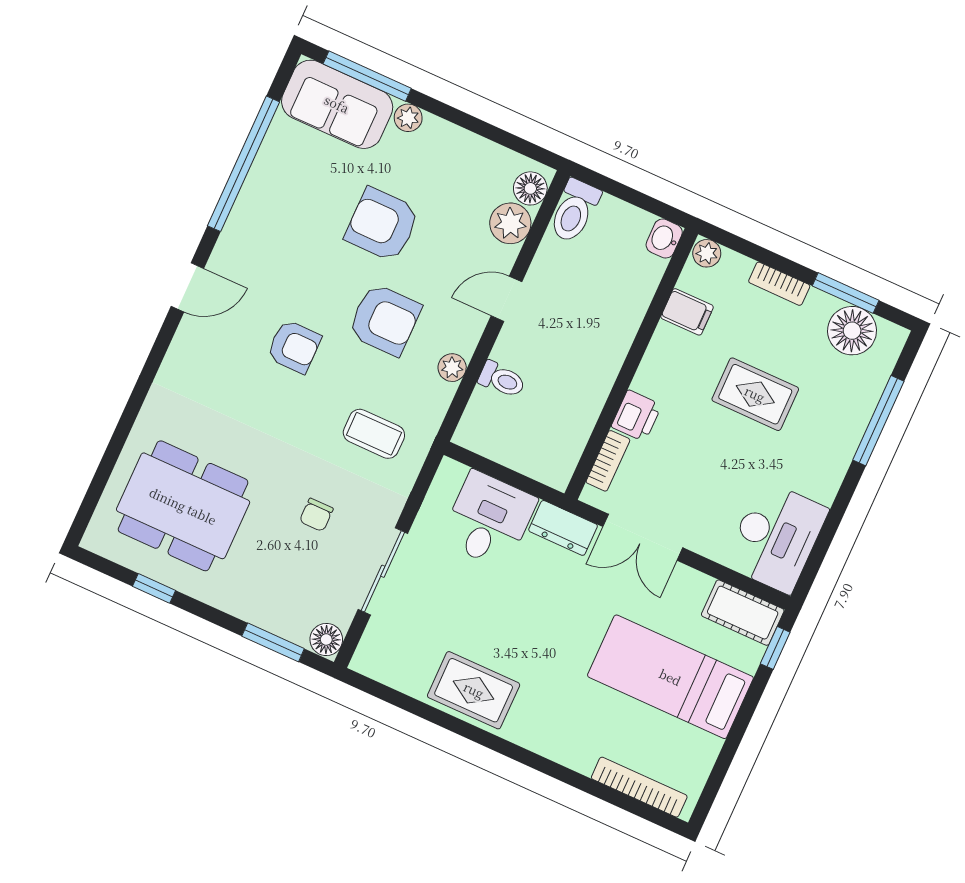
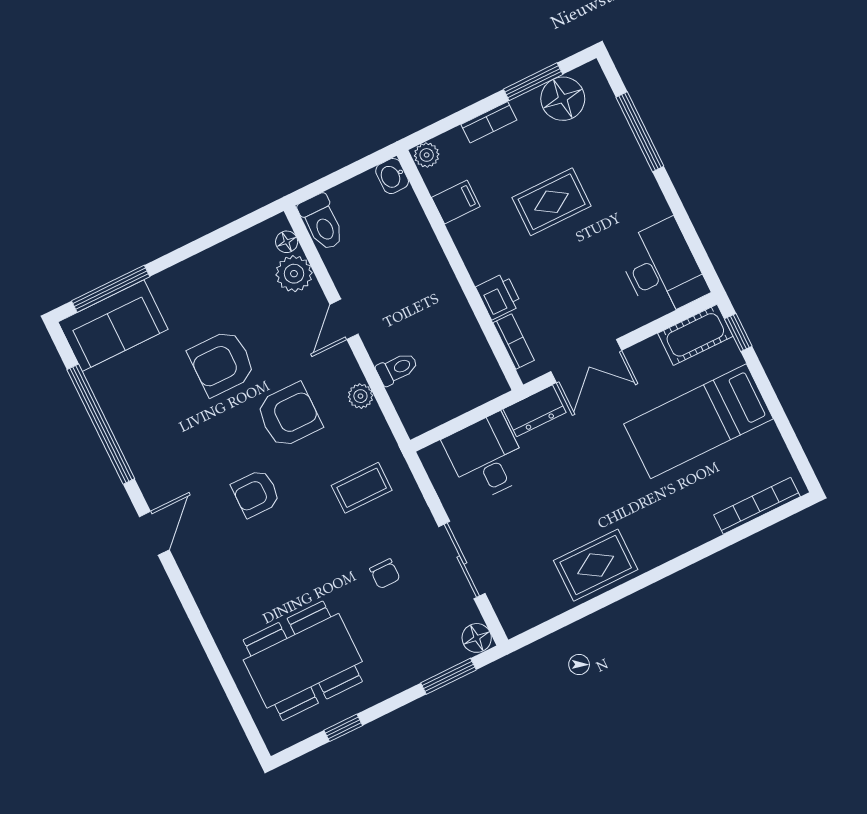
plant: (408, 118) -> (163, 284), removed
floor lamp: (530, 188) -> (287, 242), width x0.73, depth x0.73
armchair: (294, 347) -> (256, 493), turned 180

